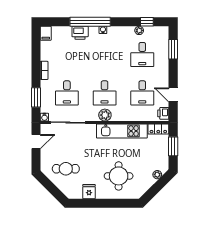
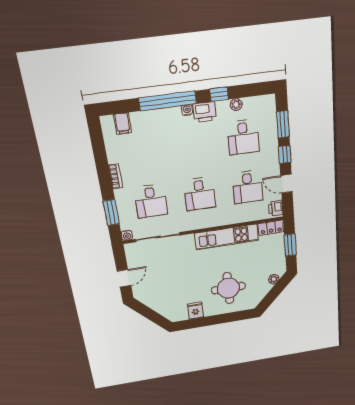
window: (147, 22) -> (219, 94), moved
filing cabinet: (46, 33) -> (122, 123), moved
printer: (80, 33) -> (205, 112), moved
window: (173, 72) -> (285, 154), added
plant: (105, 115) -> (204, 221), removed
door: (36, 142) -> (124, 278), moved
cafe table: (66, 169) -> (164, 291), removed

